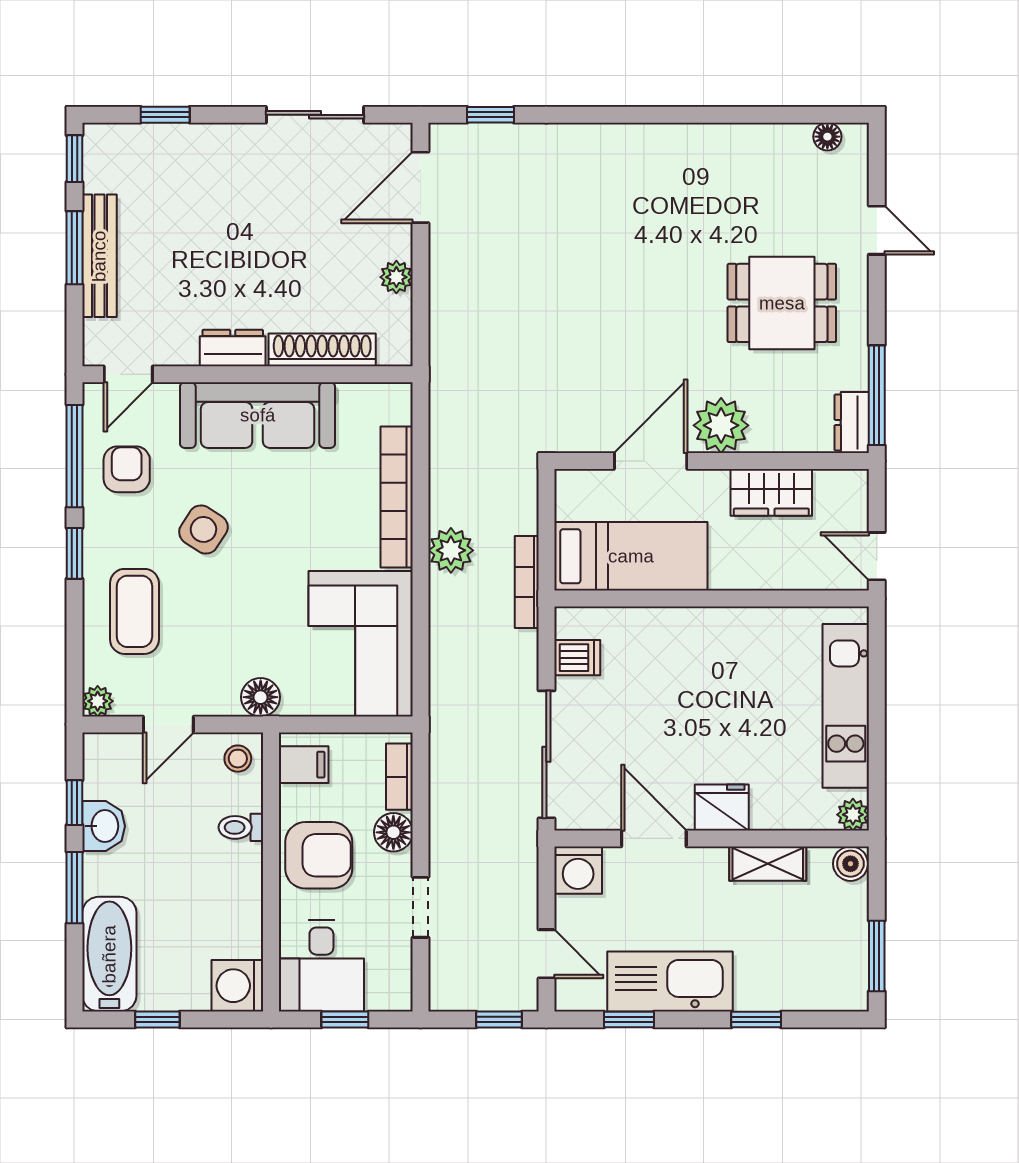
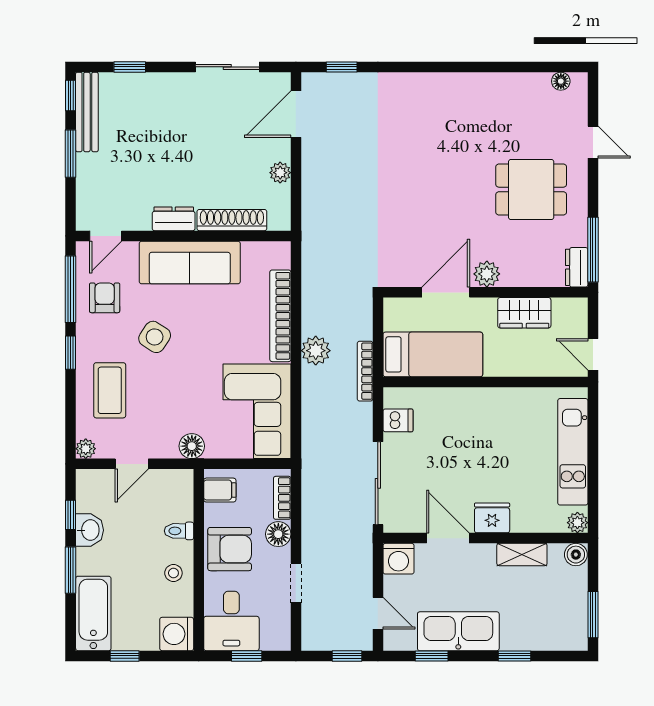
bench: (99, 256) -> (87, 112), moved
plant: (721, 425) -> (487, 274), width x0.73, depth x0.73
stool: (238, 759) -> (173, 573), moved

